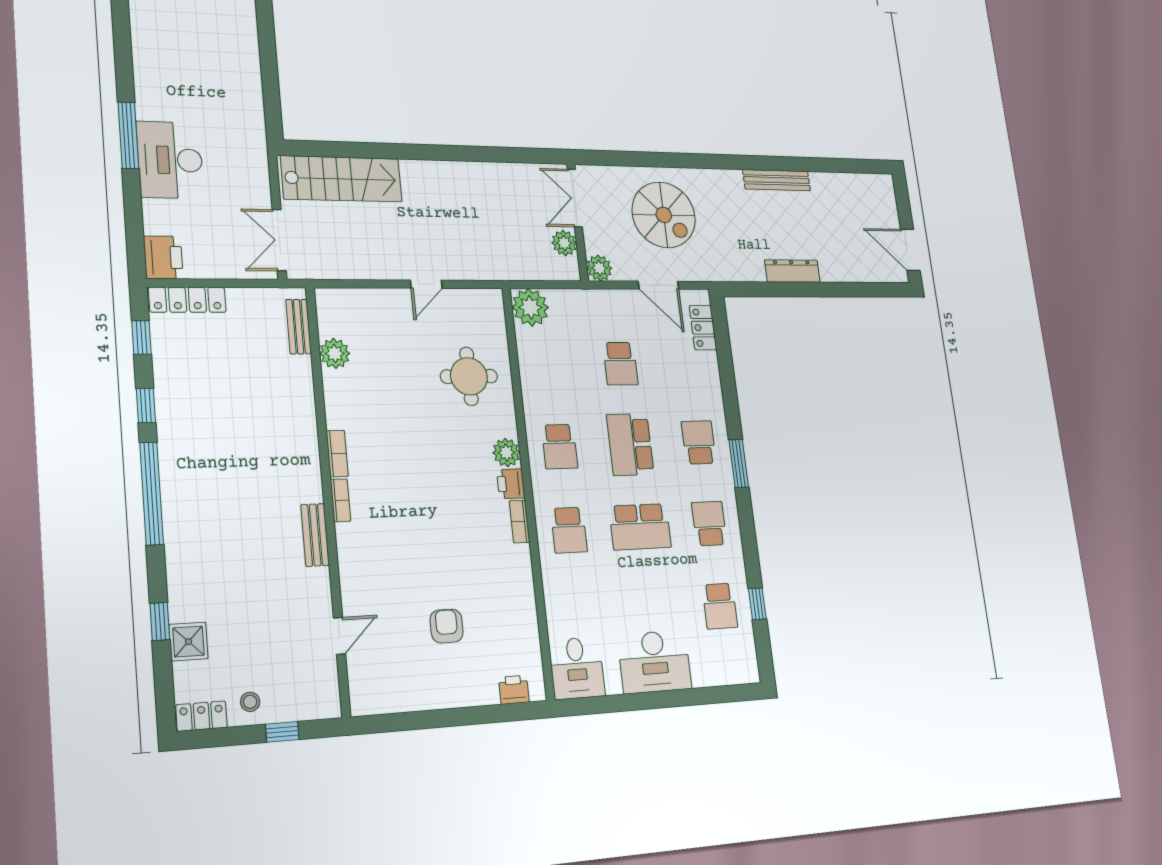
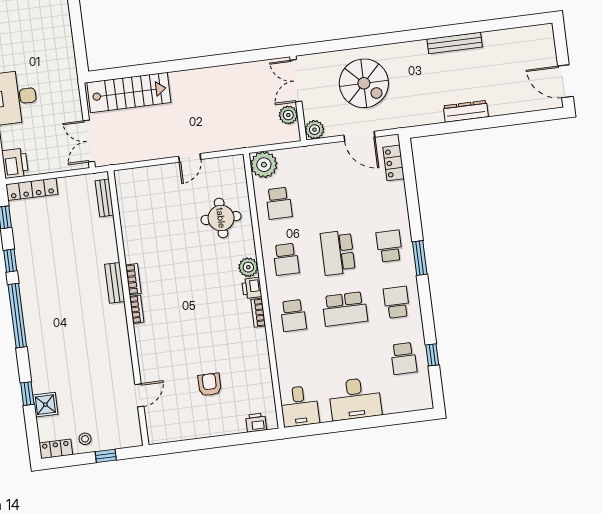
plant: (335, 353) -> (129, 213), removed
school desk: (620, 364) -> (279, 203), moved
bench: (315, 535) -> (115, 283), moved

